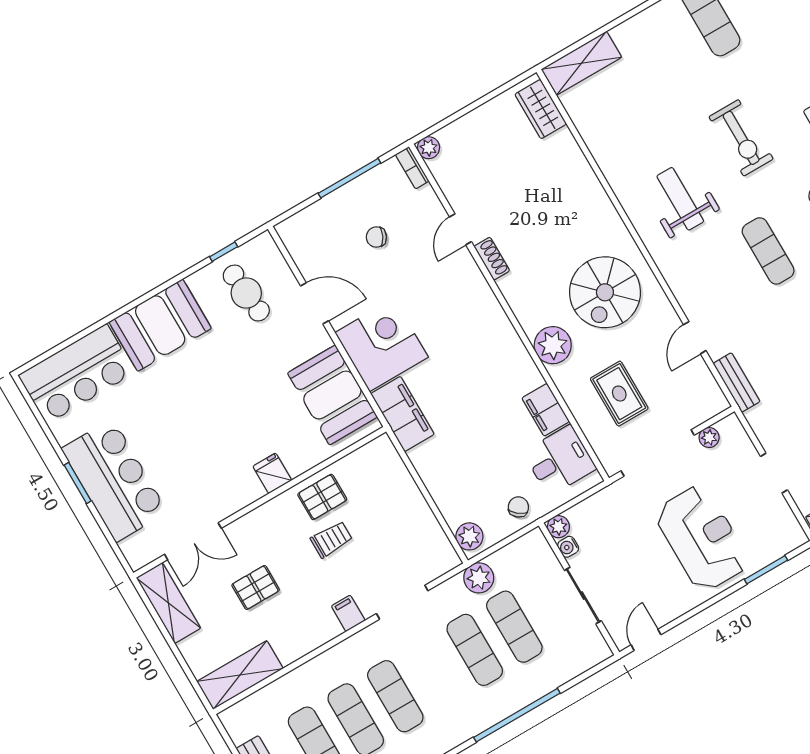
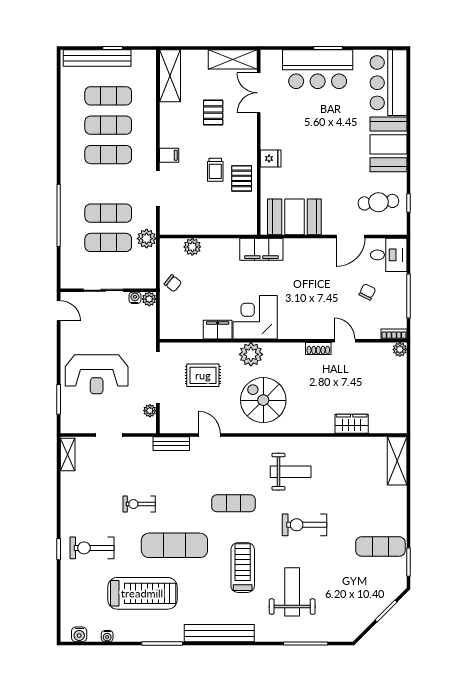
wardrobe: (541, 109) -> (352, 424), moved
corner desk: (382, 345) -> (255, 317), moved, turned 180
desk: (560, 460) -> (389, 255), moved, turned -90
plant: (469, 536) -> (192, 247), moved

